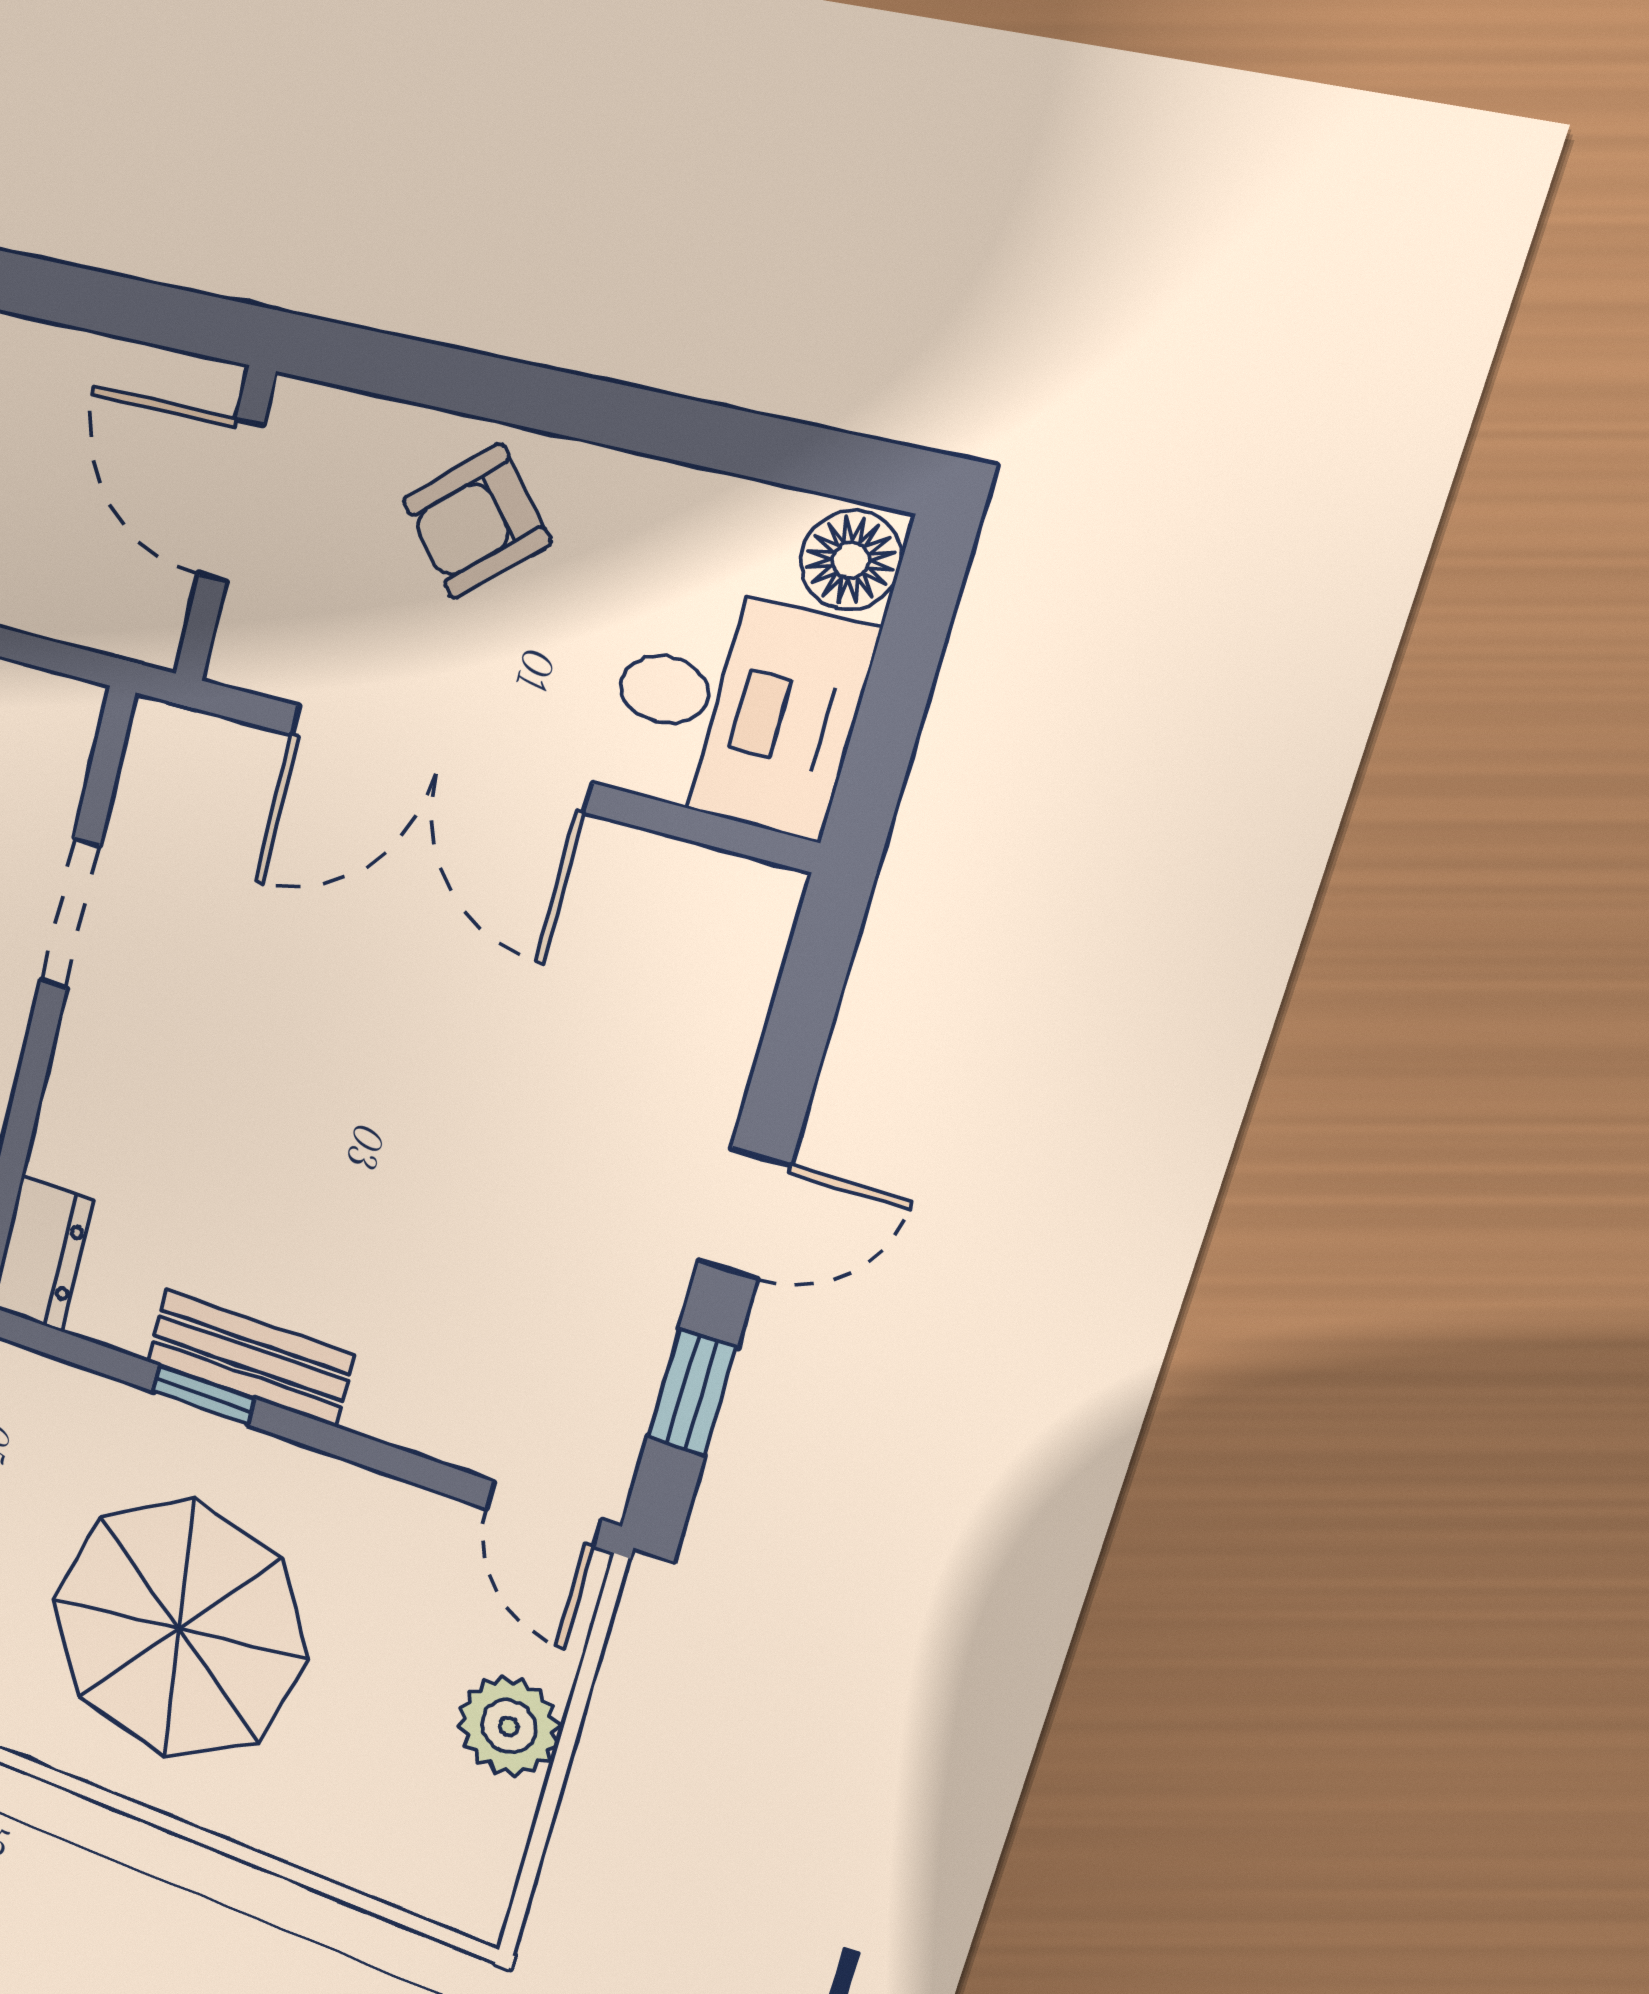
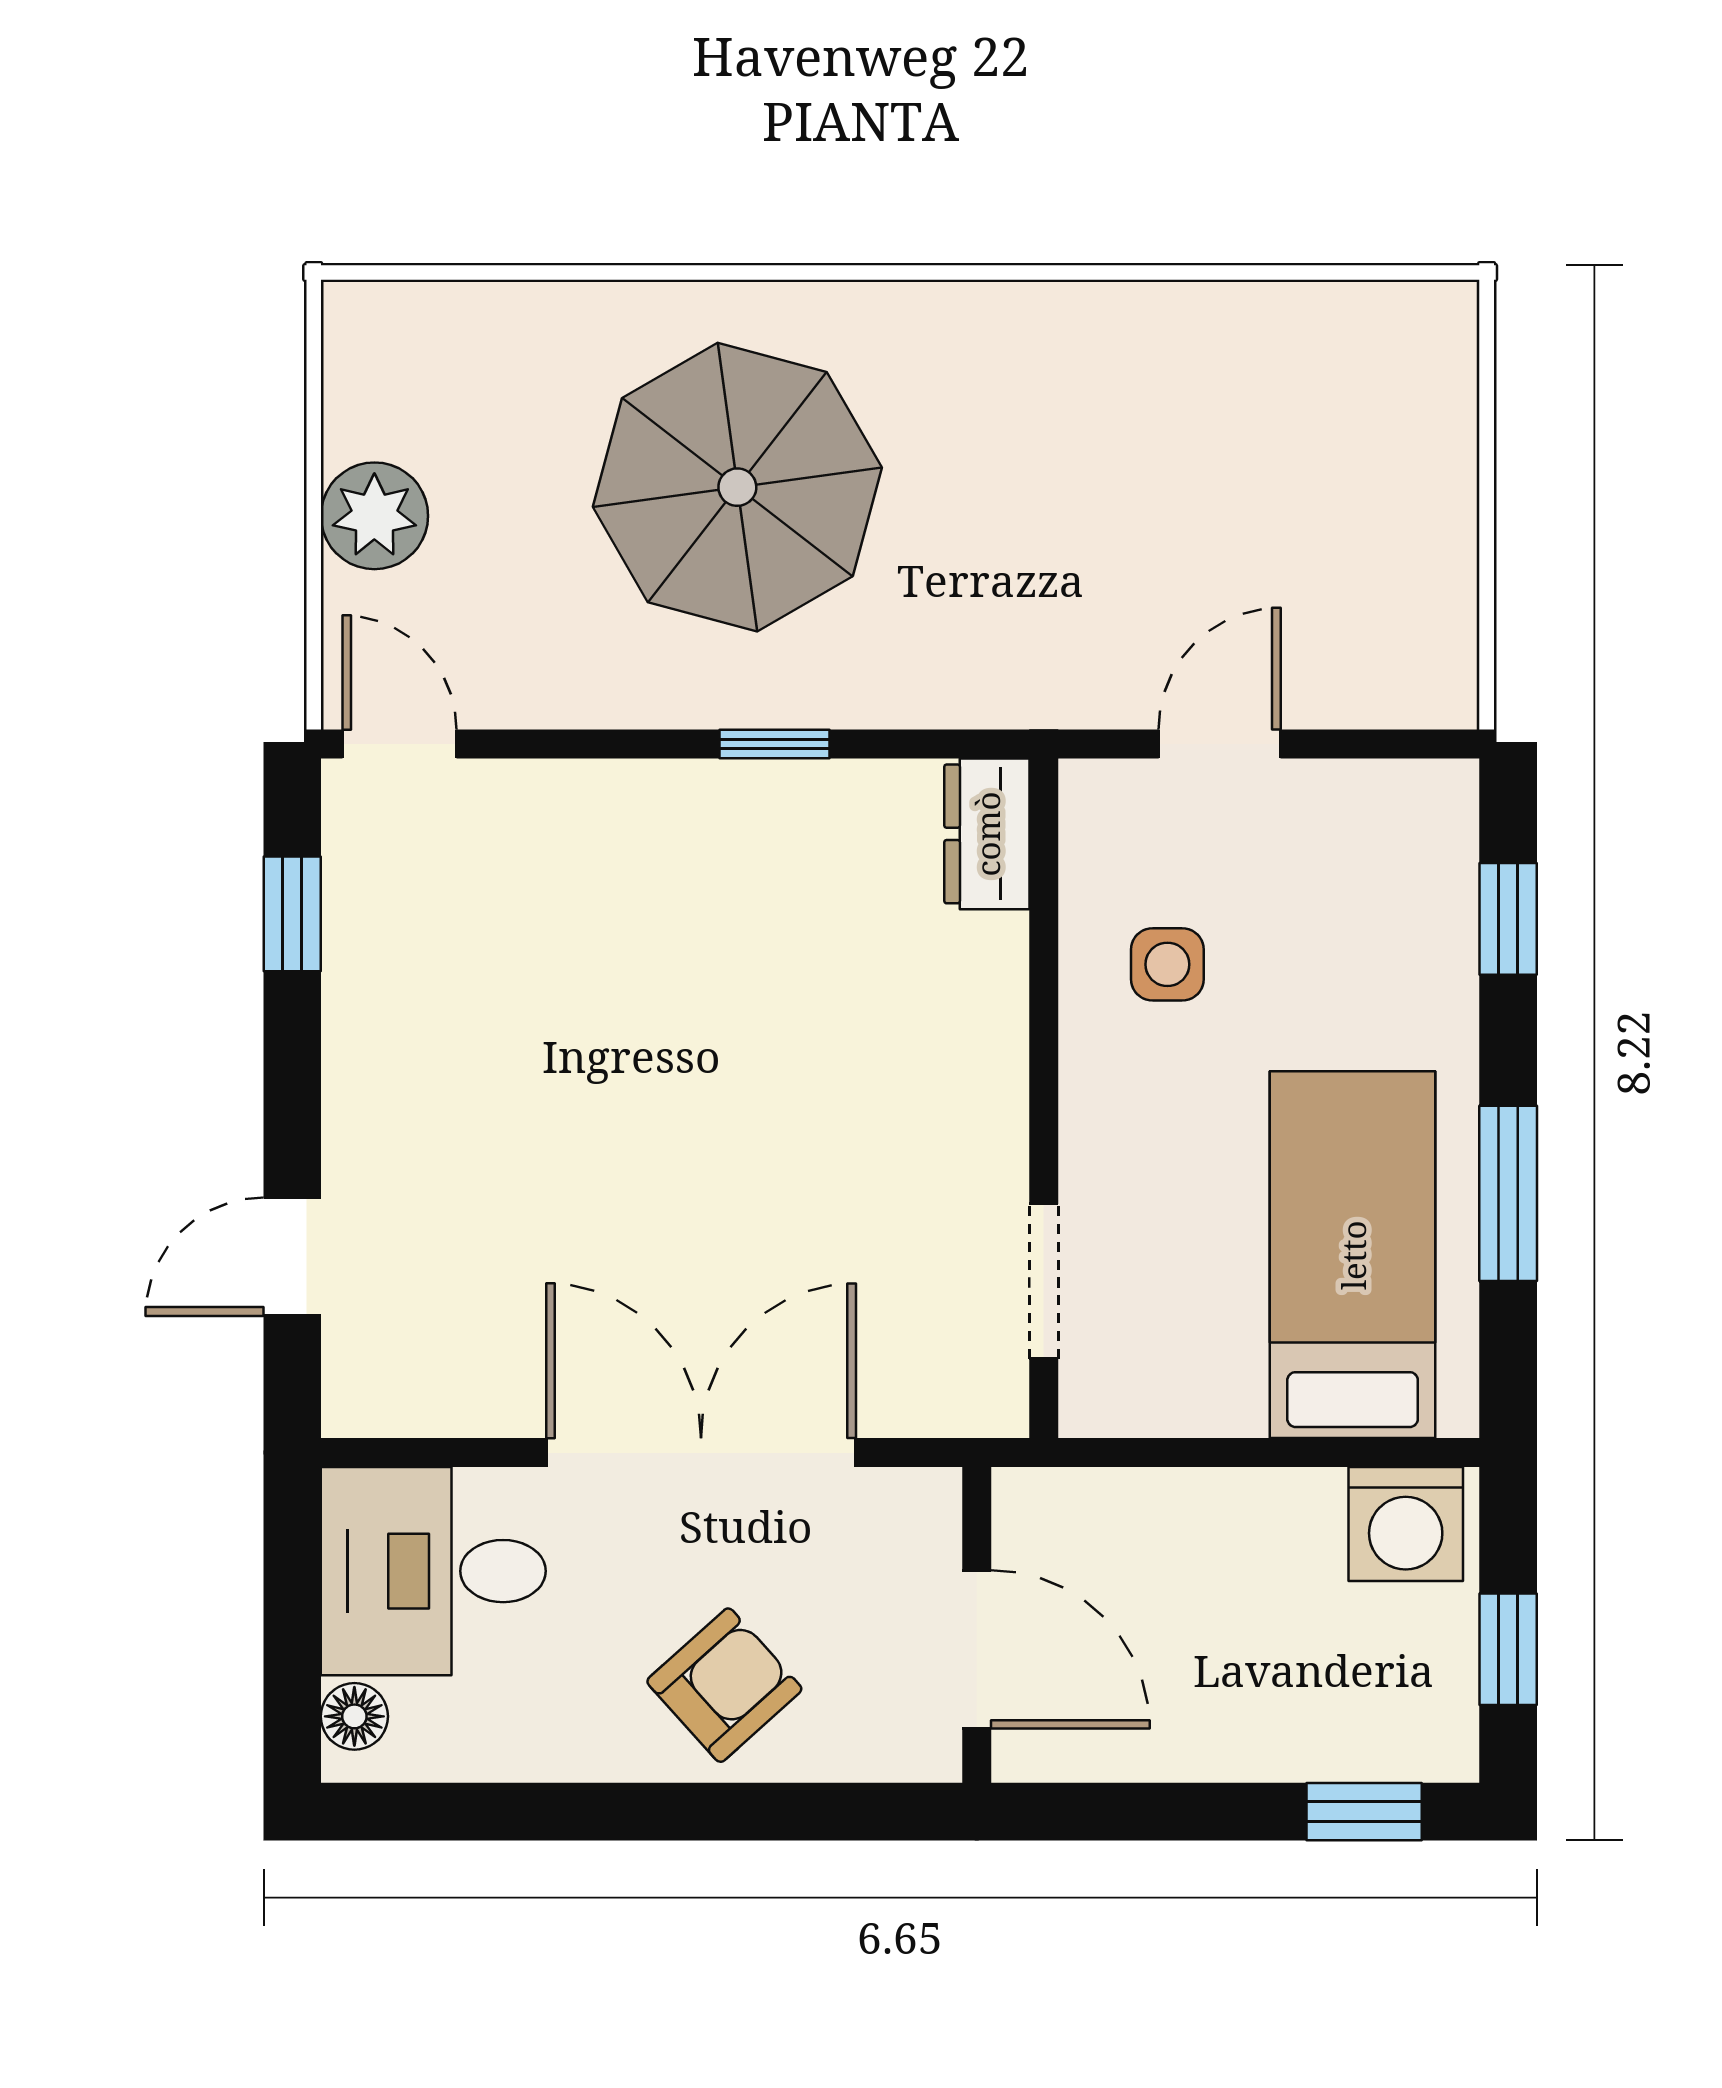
floor lamp: (851, 560) -> (354, 1716), width x0.73, depth x0.73
doorway: (70, 913) -> (1044, 1281), moved
door: (744, 1213) -> (292, 1257), moved
bench: (250, 1358) -> (736, 799), removed

